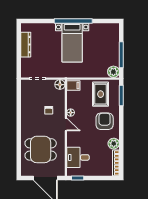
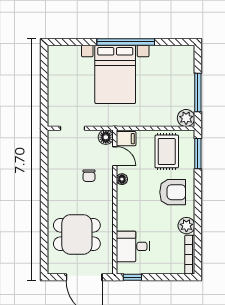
bed with nightstands: (72, 43) -> (115, 74), width x1.36
dresser: (26, 45) -> (55, 77), removed
armchair: (105, 121) -> (173, 192), turned 90
door: (66, 124) -> (115, 156), moved

